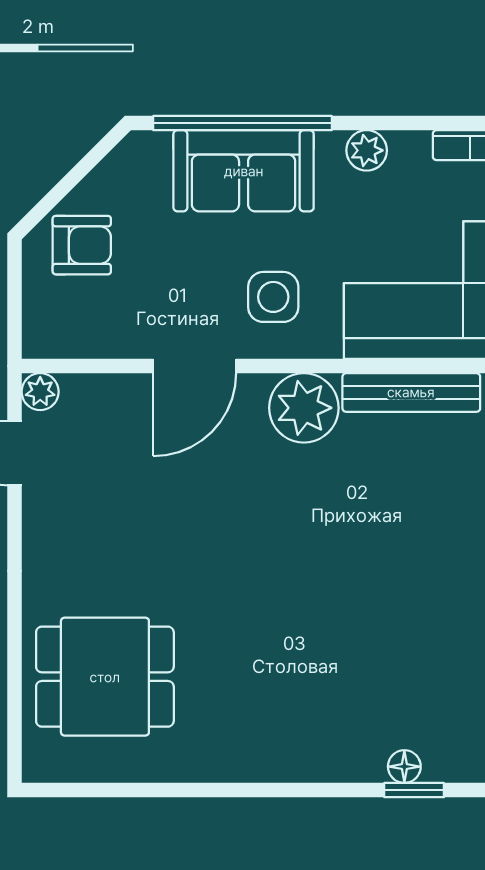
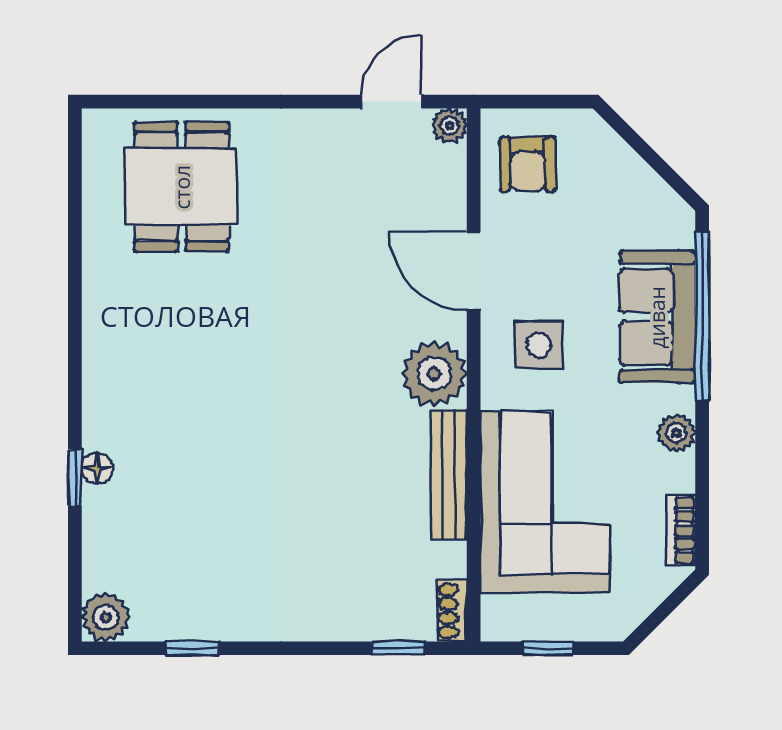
armchair: (82, 245) -> (528, 164), moved

